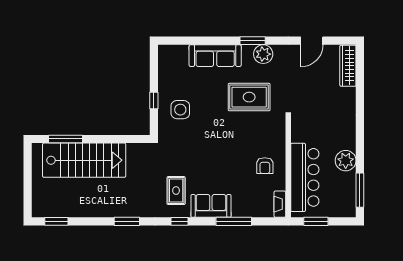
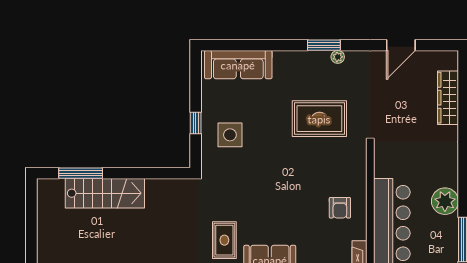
plant: (263, 54) -> (338, 57), width x0.53, depth x0.53
sofa: (215, 56) -> (238, 65), moved
wardrobe: (348, 66) -> (448, 98), moved
stairs: (84, 160) -> (105, 193), width x0.73, depth x0.66

